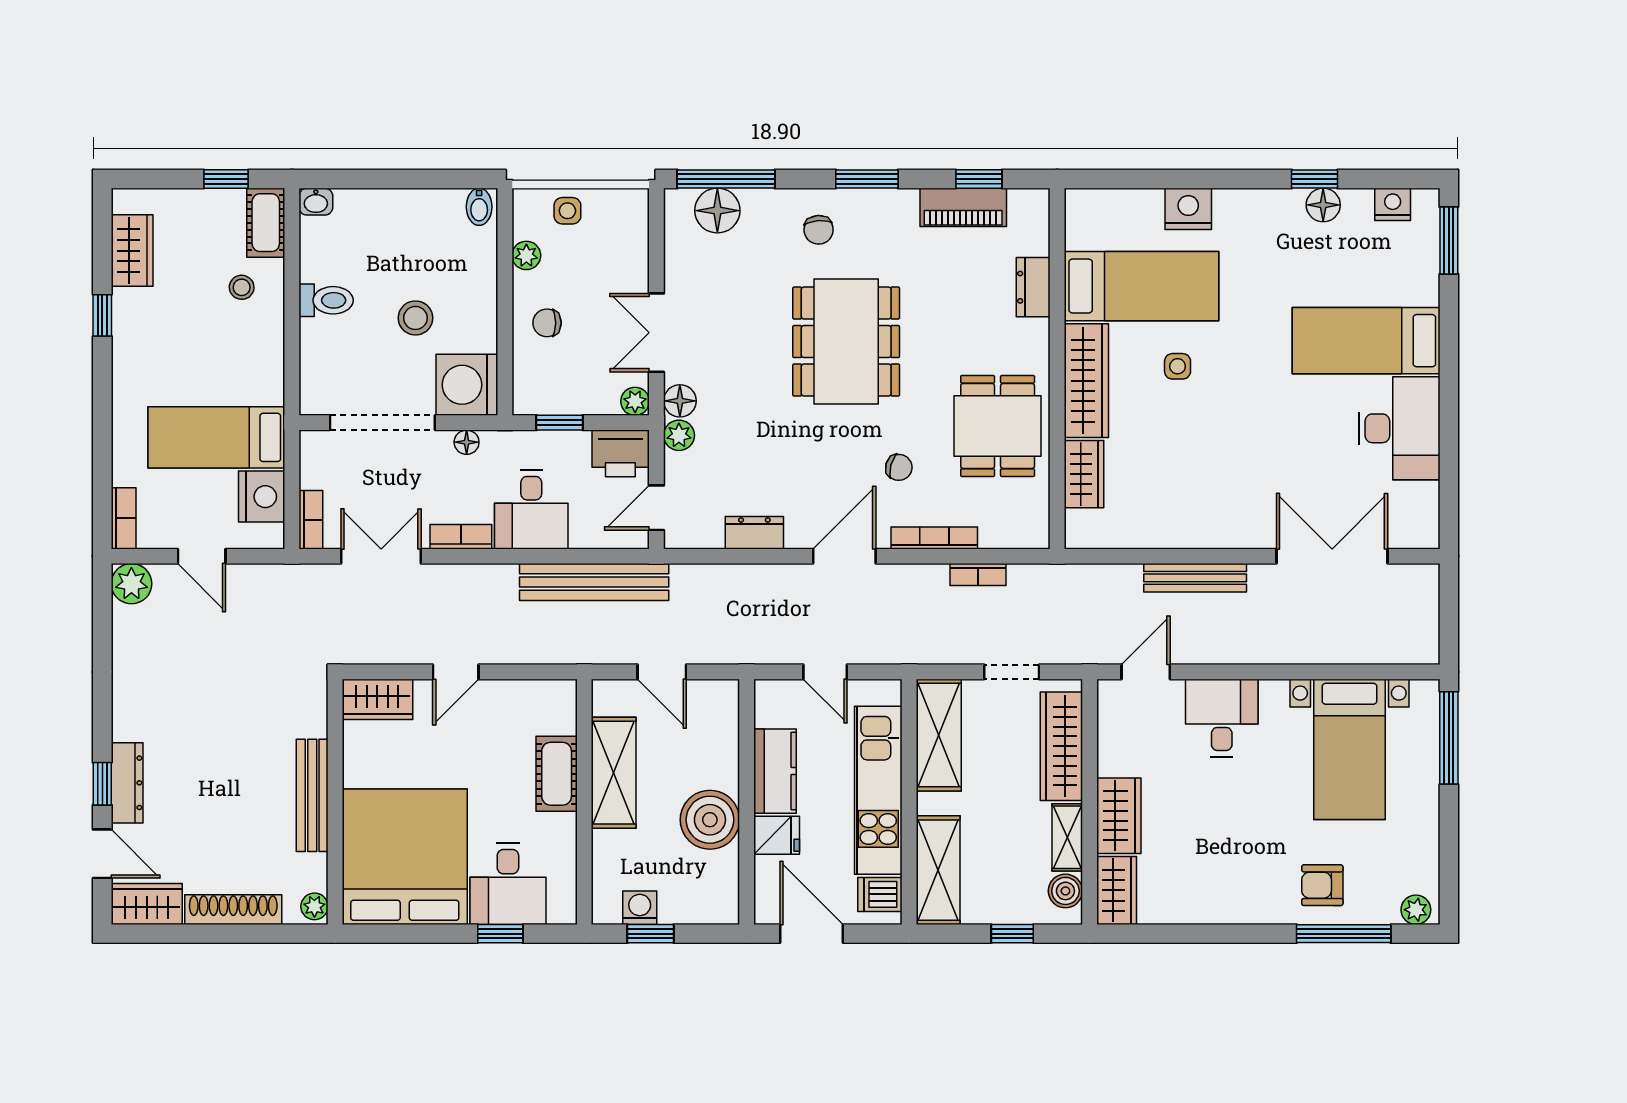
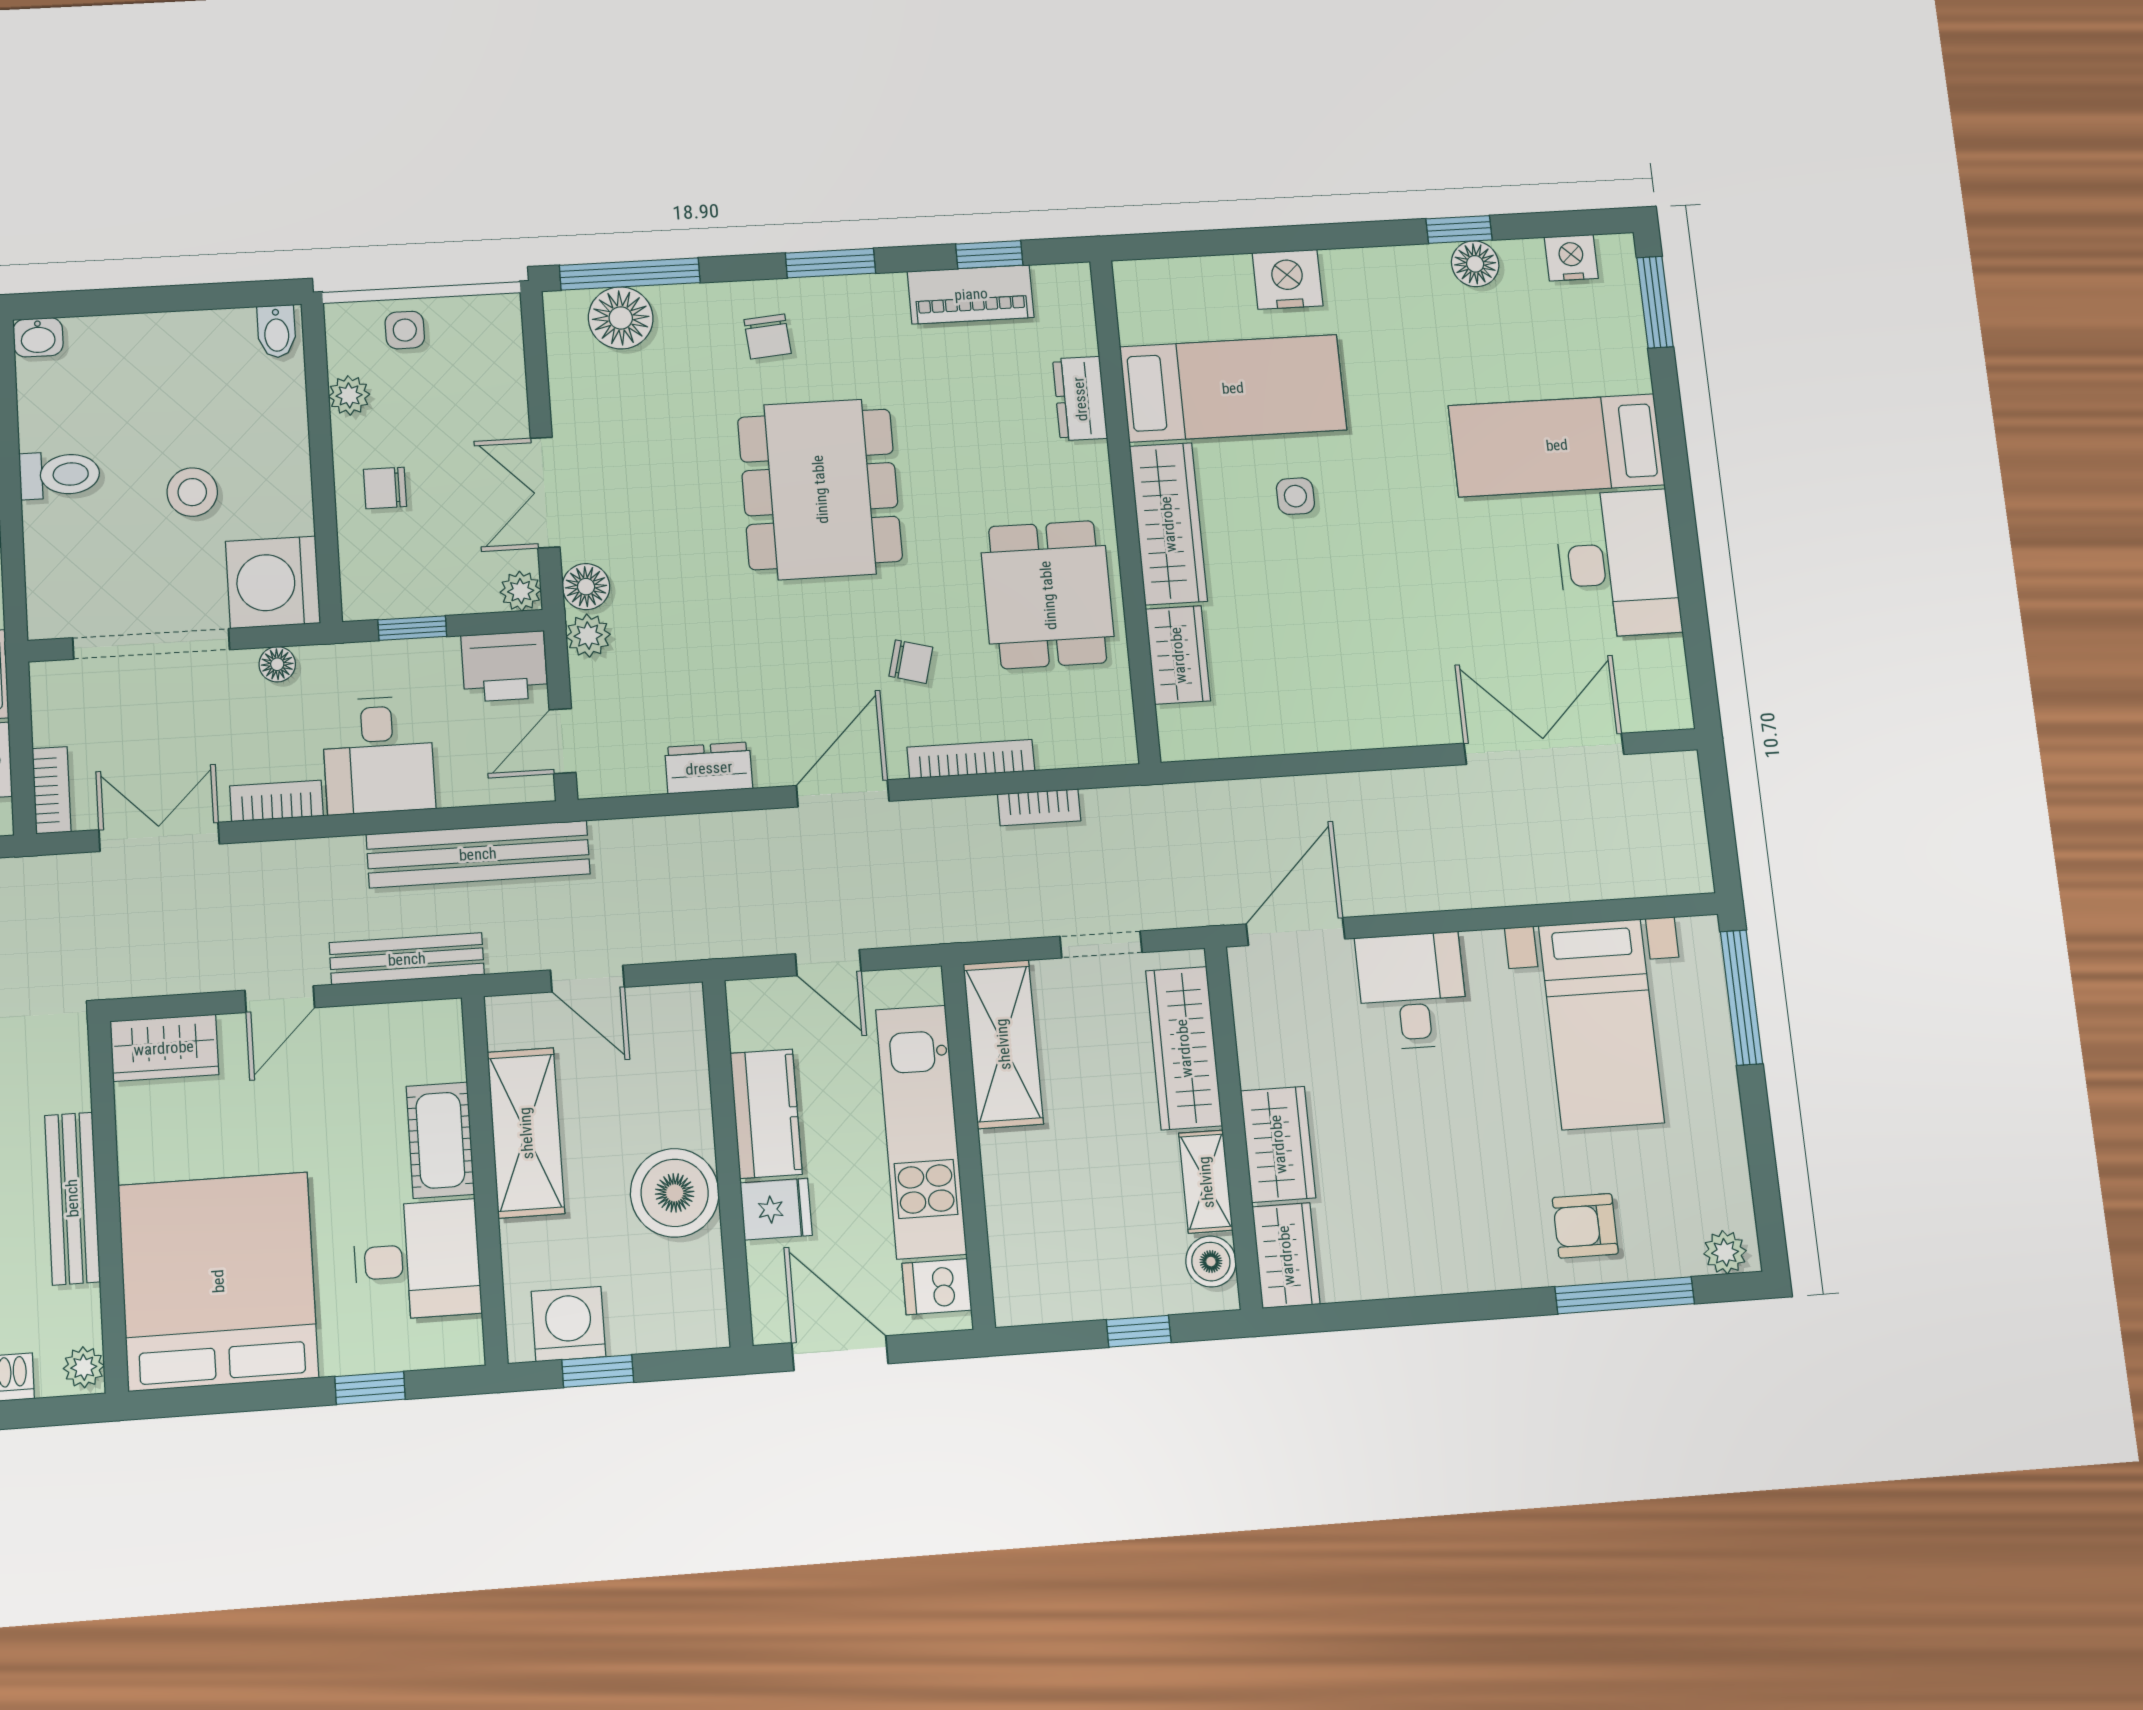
bench: (1195, 578) -> (407, 959), moved
door: (1146, 672) -> (1296, 931), width x1.38
shelving: (938, 870) -> (1020, 1244), removed
desk: (508, 884) -> (417, 1260), moved, turned -90
washing machine: (640, 908) -> (569, 1324), width x1.38, depth x1.38

